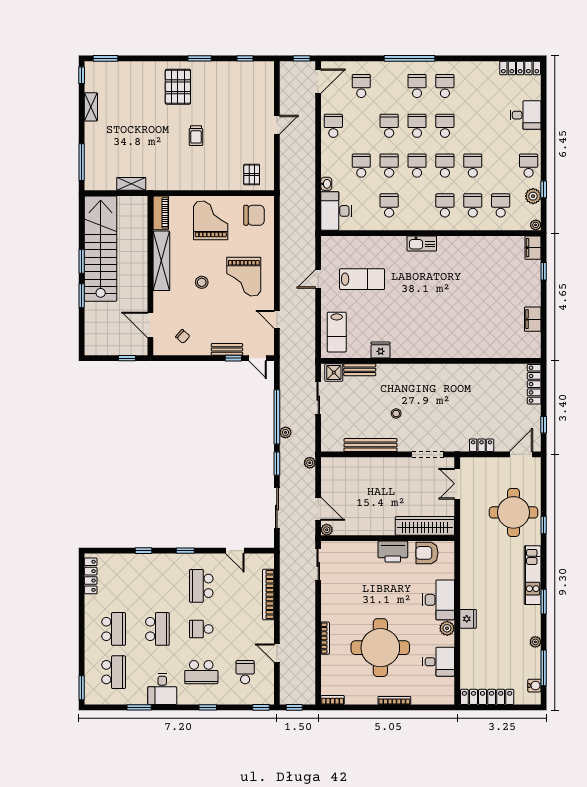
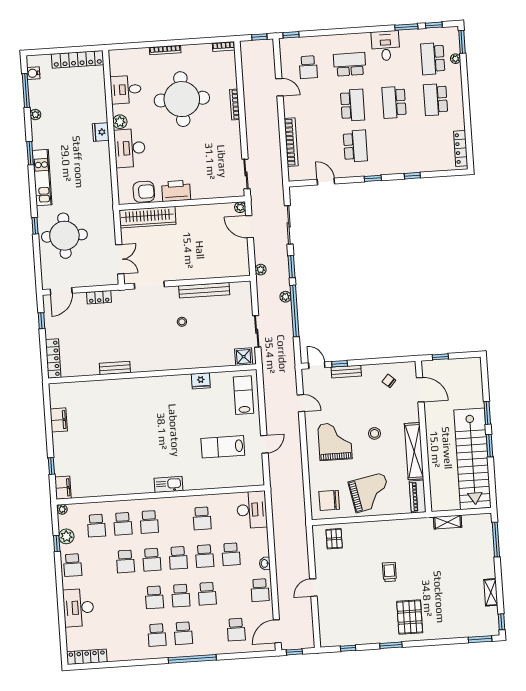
desk: (525, 115) -> (78, 608), width x1.37
washbasin: (326, 184) -> (265, 563), moved
grand piano: (211, 220) -> (370, 493), turned -101
bench: (360, 370) -> (115, 368), moved
school desk: (201, 629) -> (353, 105), width x1.85
plant: (90, 670) -> (456, 59), added
window: (208, 707) -> (434, 25), moved

